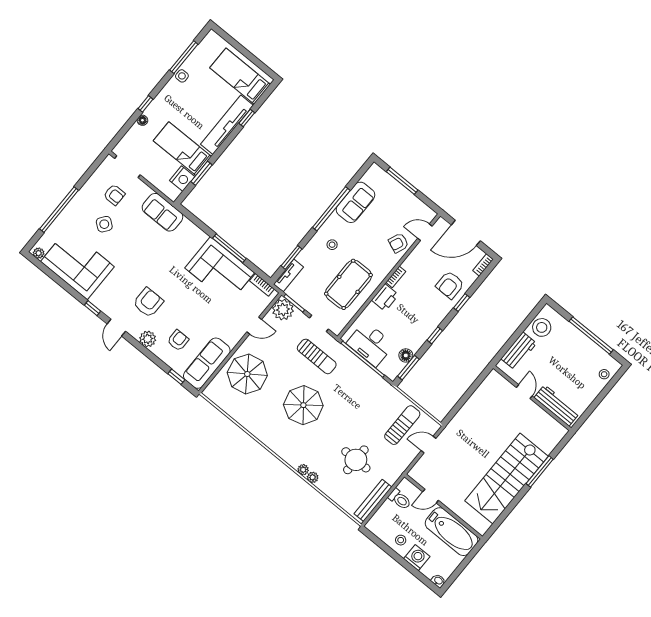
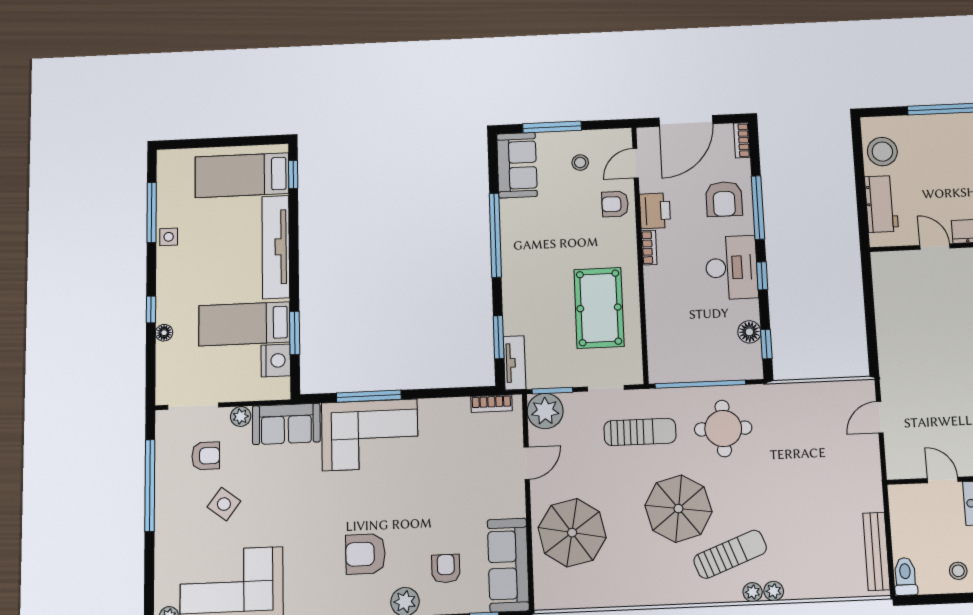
window: (247, 118) -> (293, 174), moved
plant: (145, 191) -> (241, 416), added
sofa: (356, 202) -> (517, 165), moved
window: (59, 210) -> (150, 485), moved
armchair: (398, 243) -> (615, 204), turned 68
stool: (332, 245) -> (580, 163), moved
window: (229, 248) -> (369, 396), moved
corner sofa: (220, 270) -> (370, 435), moved
printer: (385, 297) -> (655, 211), moved
armchair: (148, 302) -> (365, 554), turned -90
window: (462, 303) -> (758, 207), width x2.17
desk: (370, 344) -> (732, 268), moved, turned -90
window: (408, 368) -> (766, 344), width x0.67
sun lounger: (402, 425) -> (730, 554), moved, turned 69
round table: (356, 460) -> (723, 429), moved
door: (431, 496) -> (943, 480), swing flipped
toilet: (400, 499) -> (905, 576), moved, turned -90

